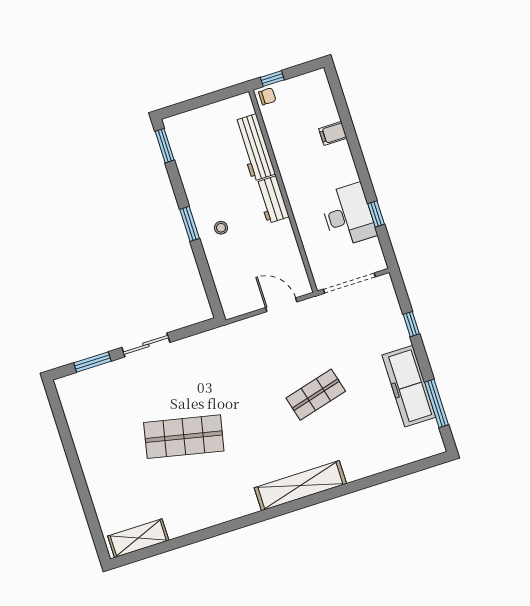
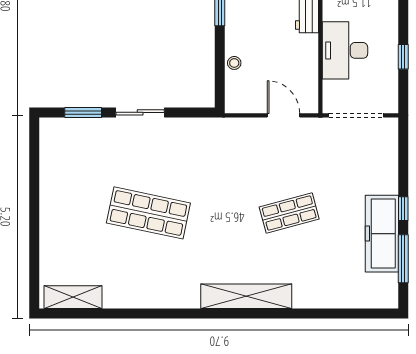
desk: (348, 215) -> (345, 50), moved, turned 180
stool: (221, 228) -> (234, 63), moved
window: (411, 324) -> (403, 209), moved

